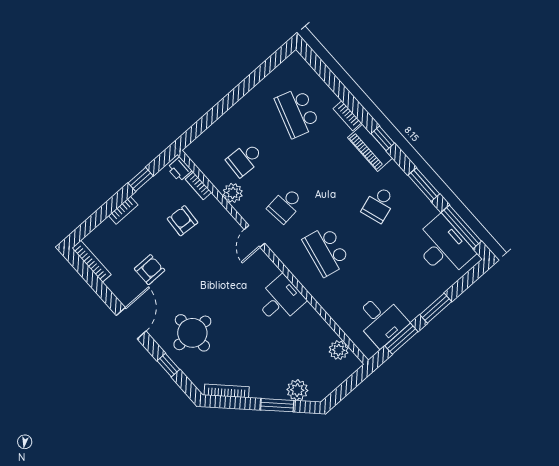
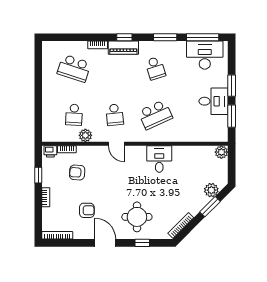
school desk: (326, 251) -> (155, 115), turned -36
armchair: (150, 270) -> (87, 210), turned 90
desk: (381, 320) -> (213, 101), moved
plant: (339, 350) -> (221, 152), moved

